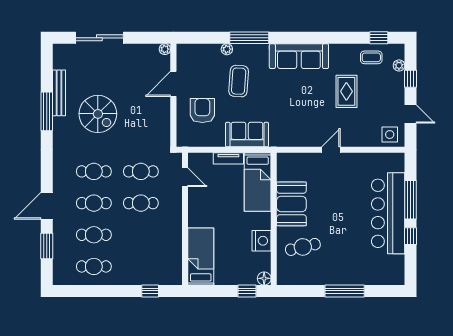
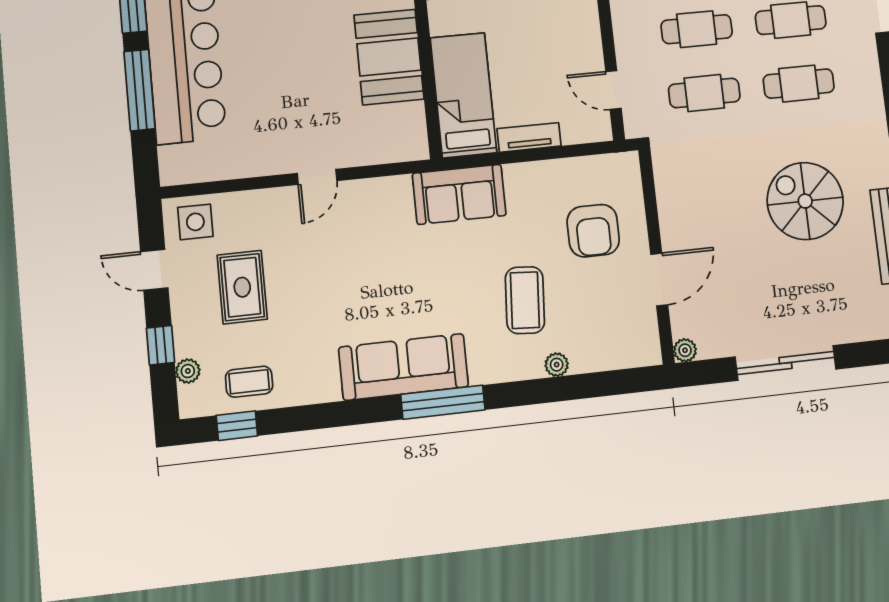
sliding door: (99, 38) -> (786, 363), moved
window: (249, 38) -> (443, 402), moved
rug: (346, 91) -> (242, 287), moved
sofa: (247, 135) -> (459, 194), moved

